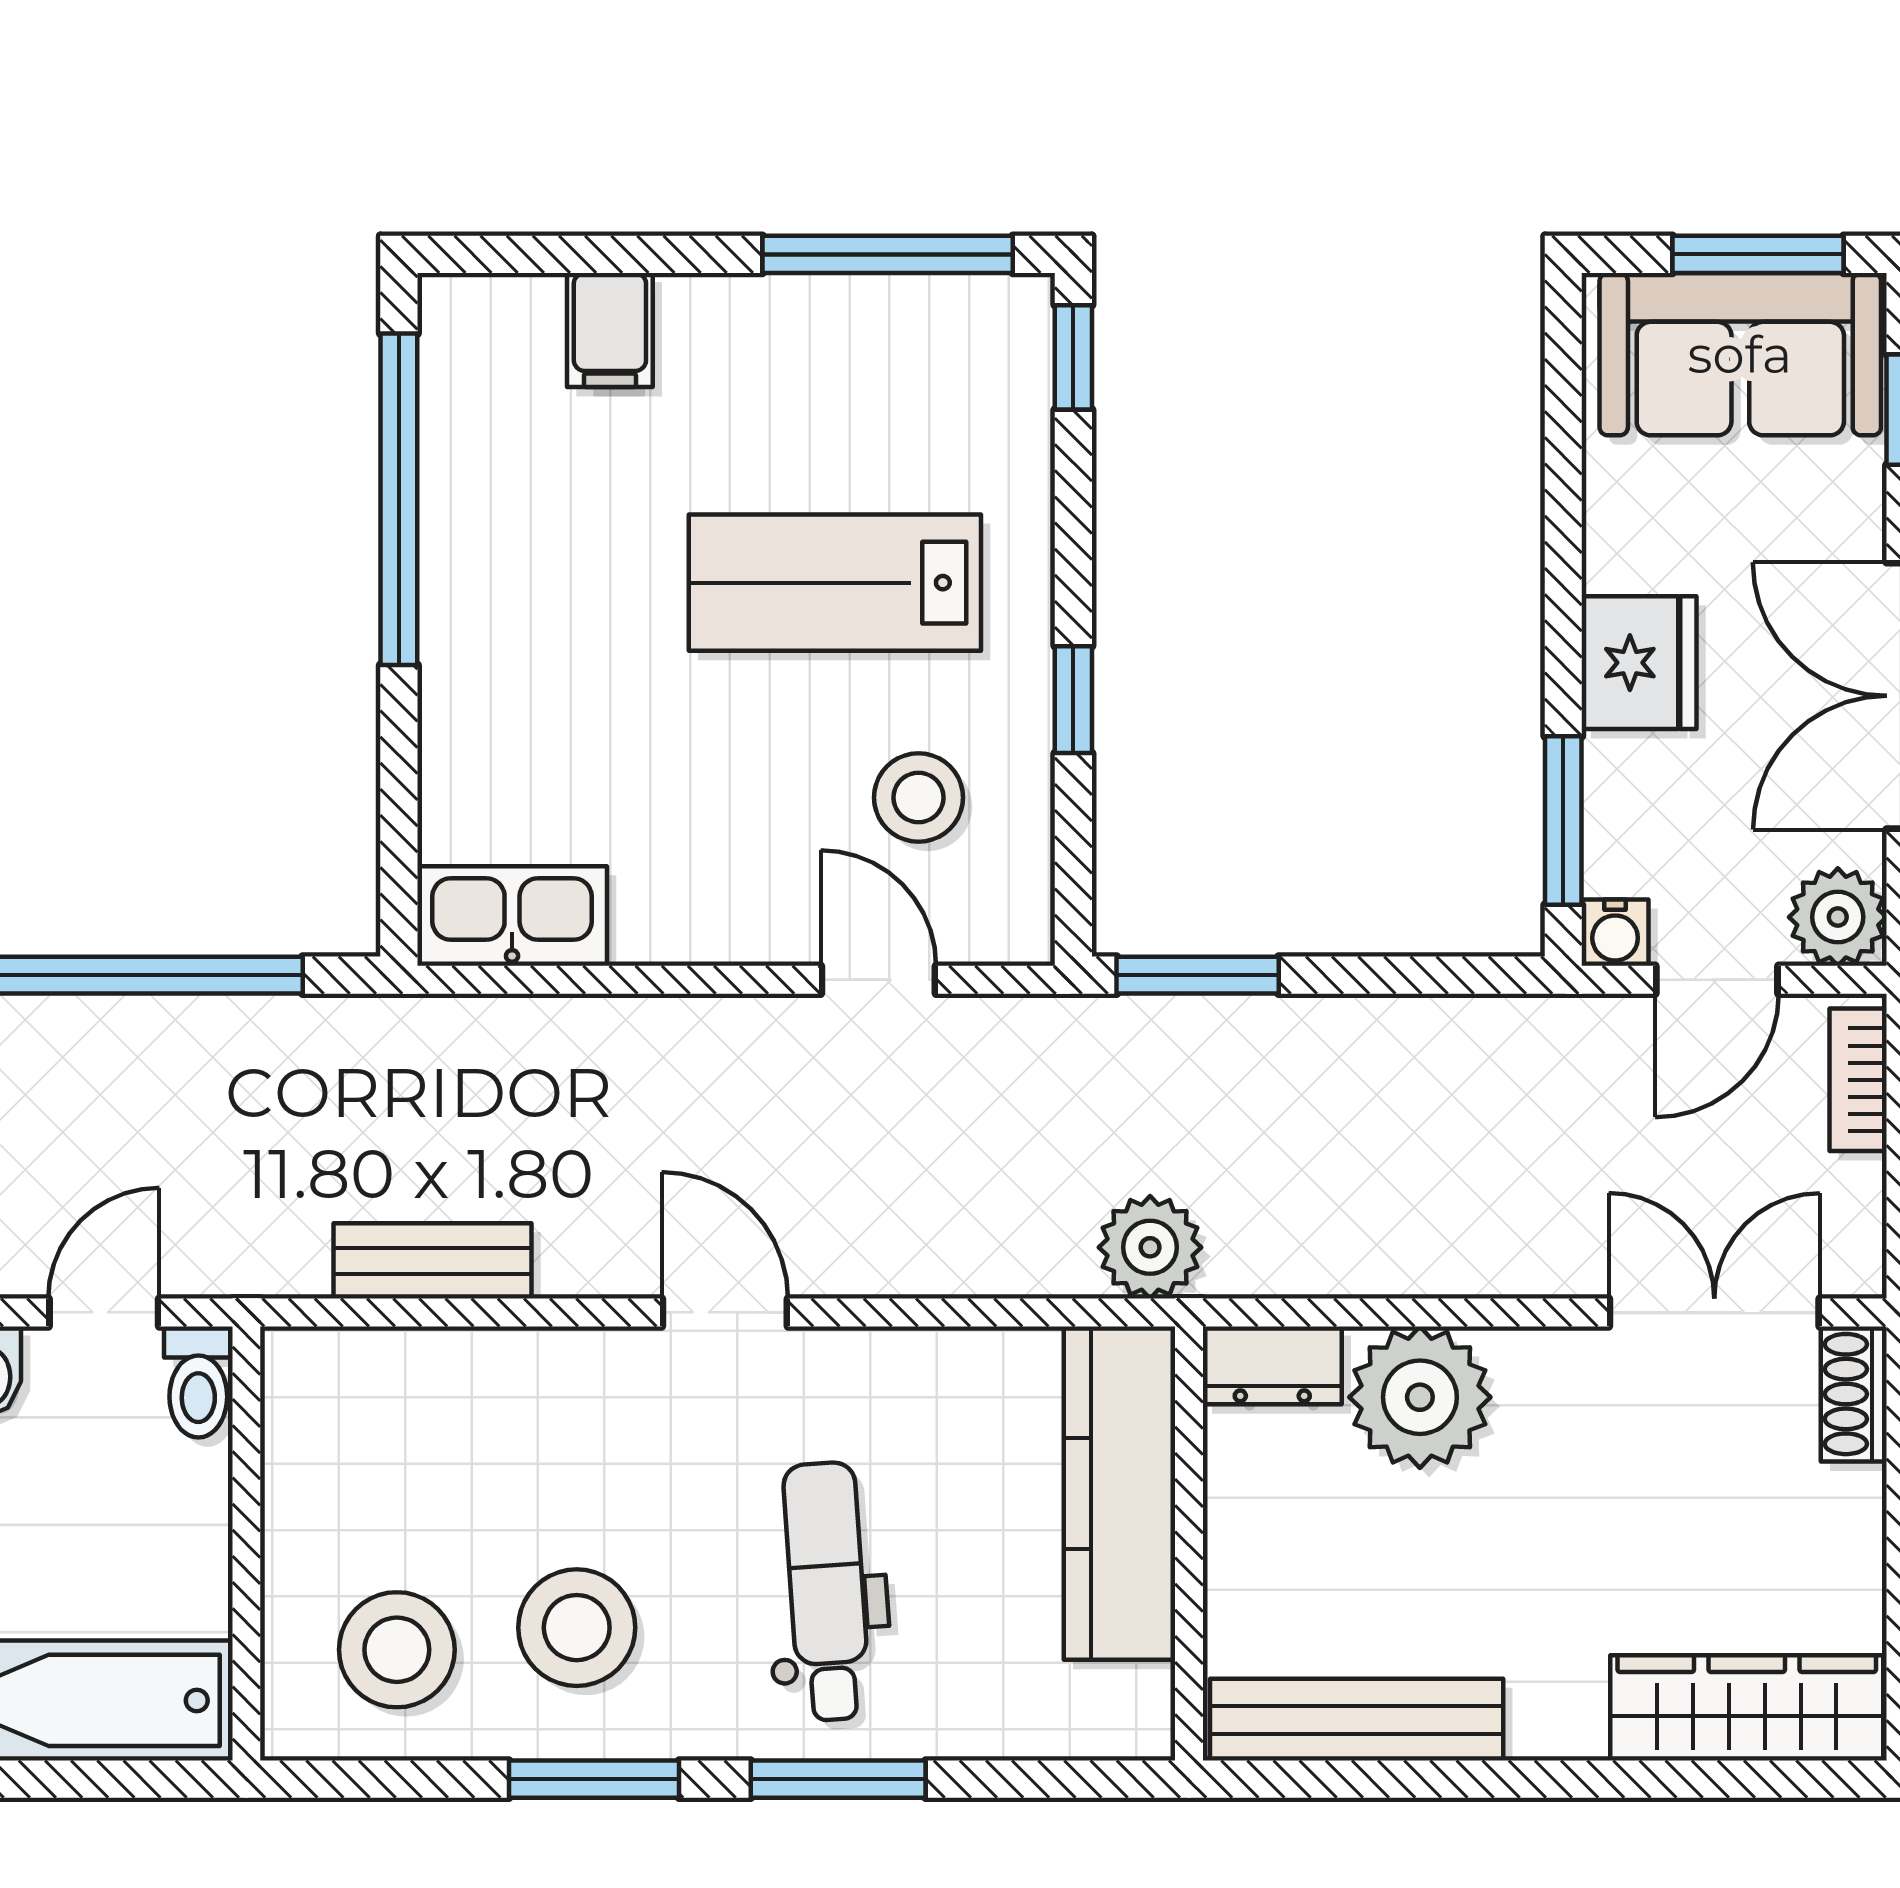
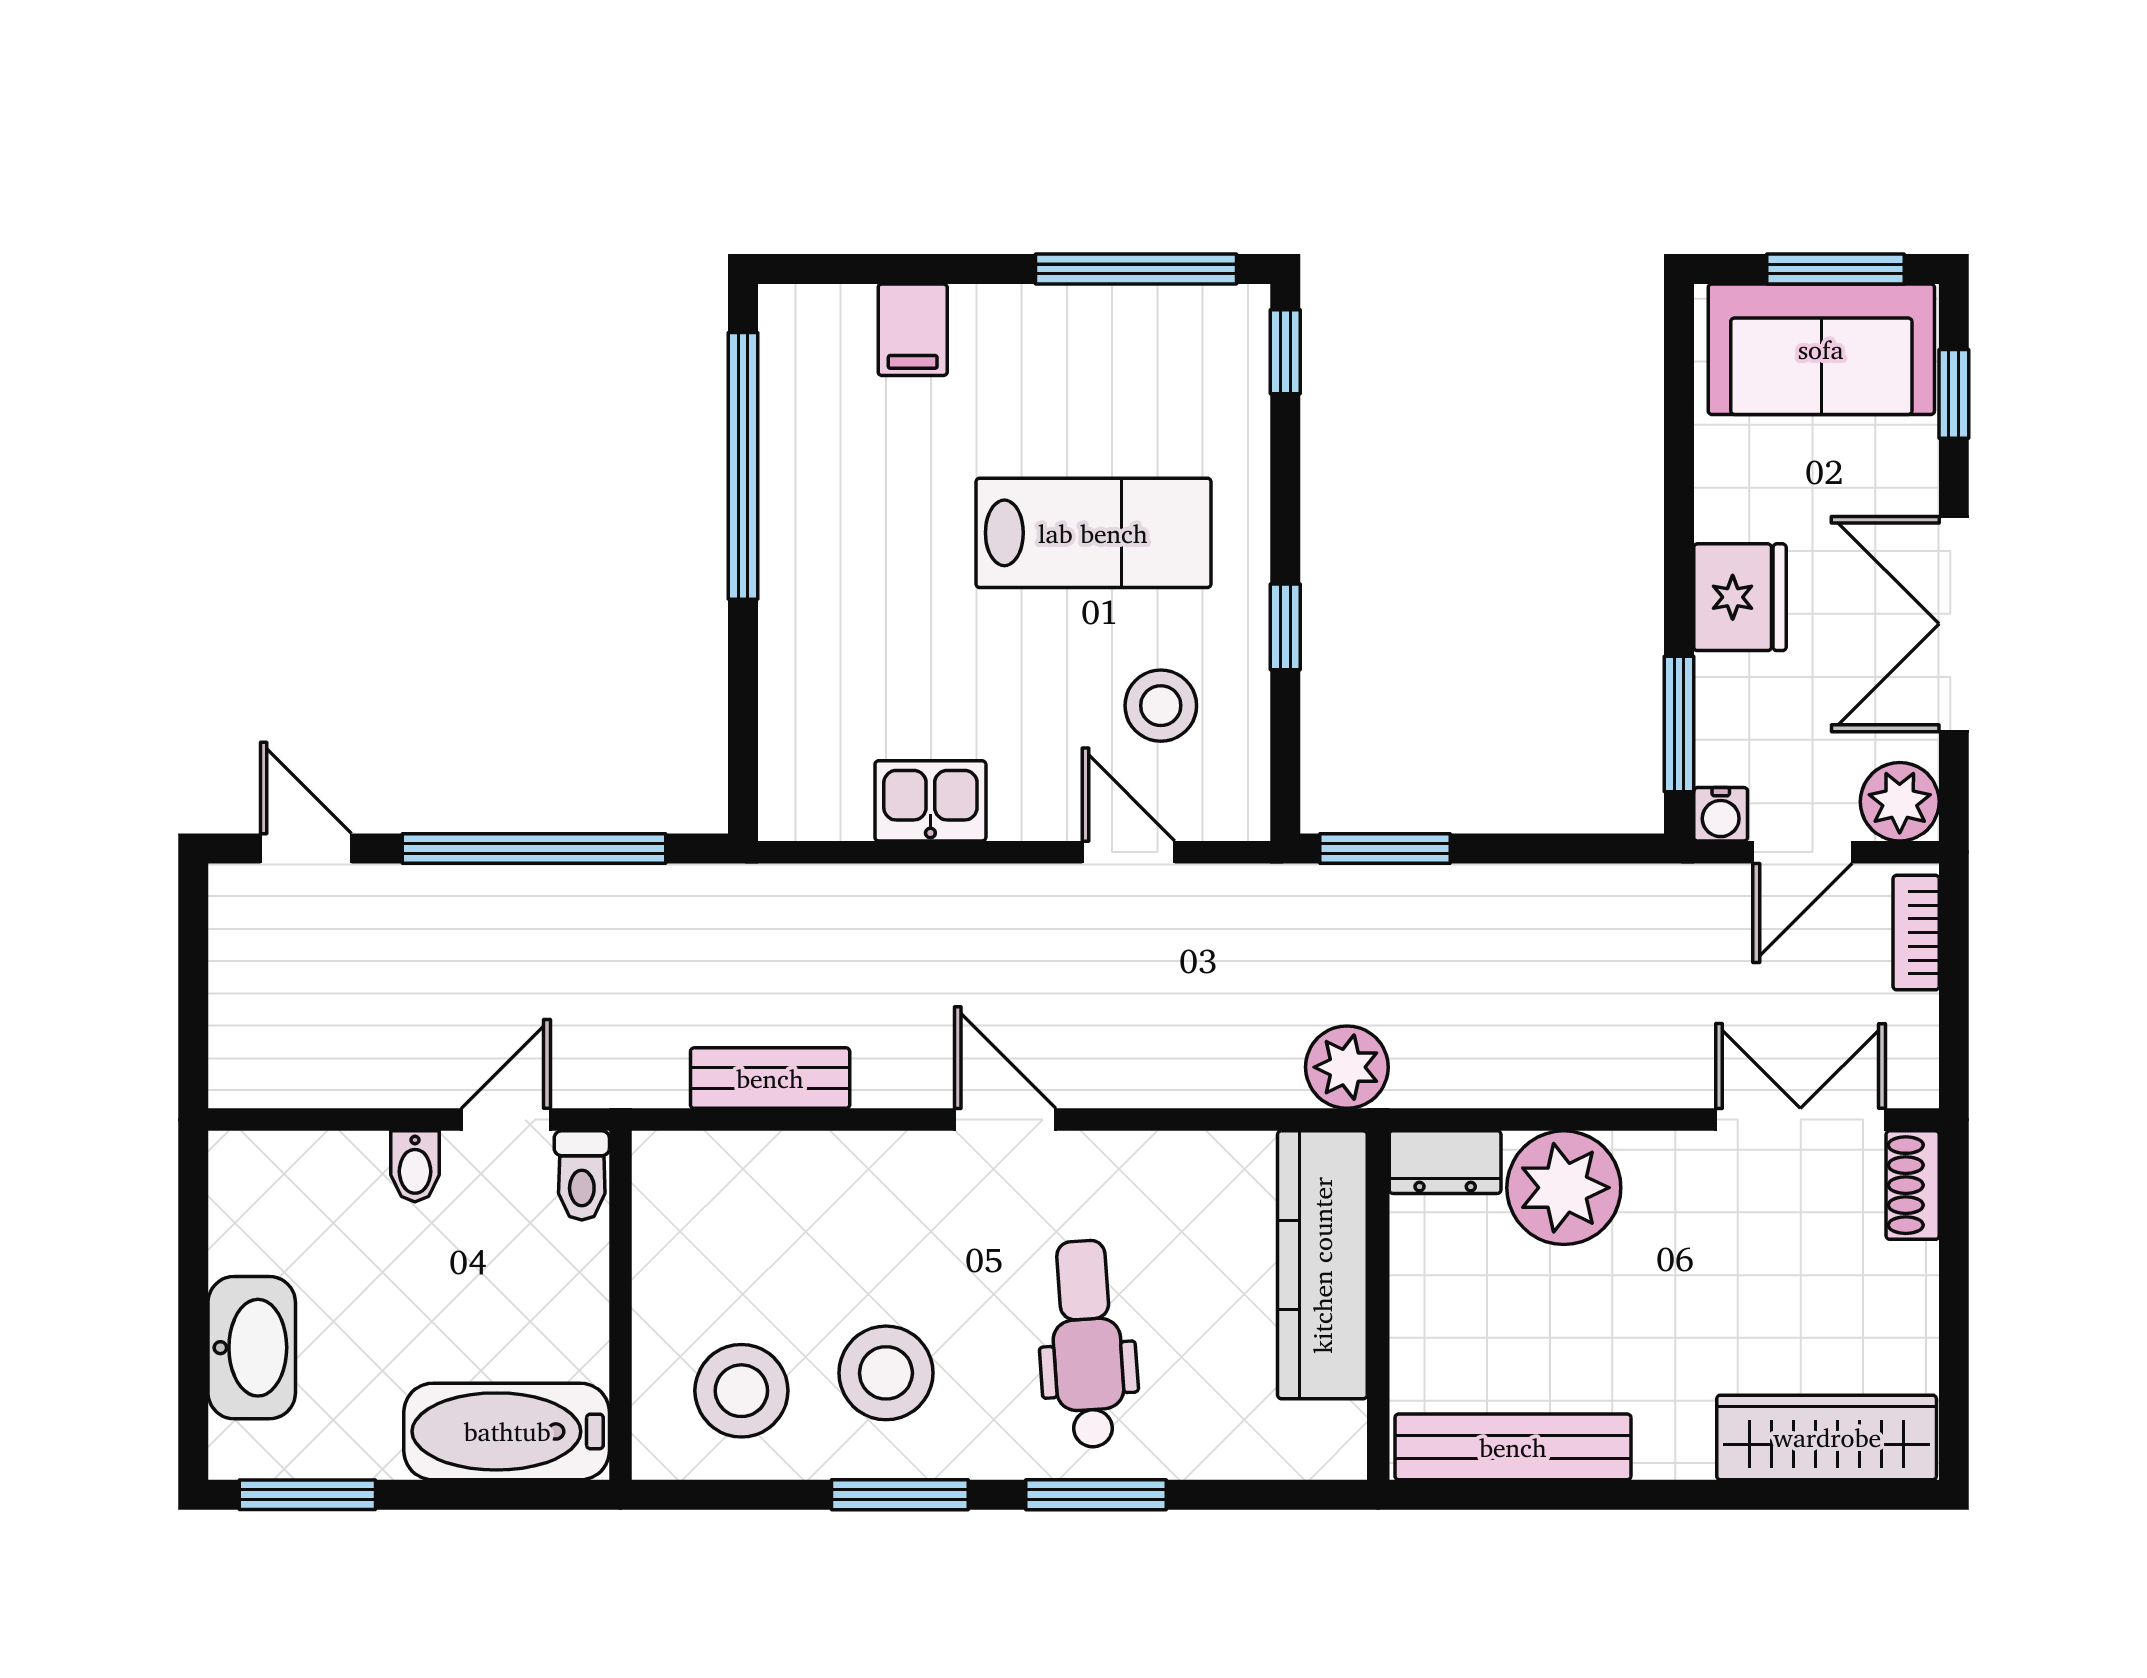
lab bench: (835, 583) -> (1093, 533), turned 180
kitchen sink: (512, 916) -> (930, 801), moved, width x0.73

